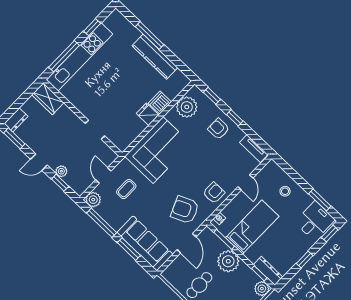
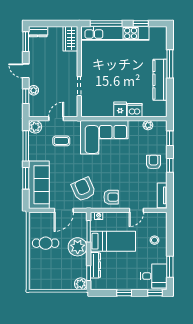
plant: (187, 107) -> (148, 125), width x0.53, depth x0.53
dresser: (268, 271) -> (95, 265), moved

